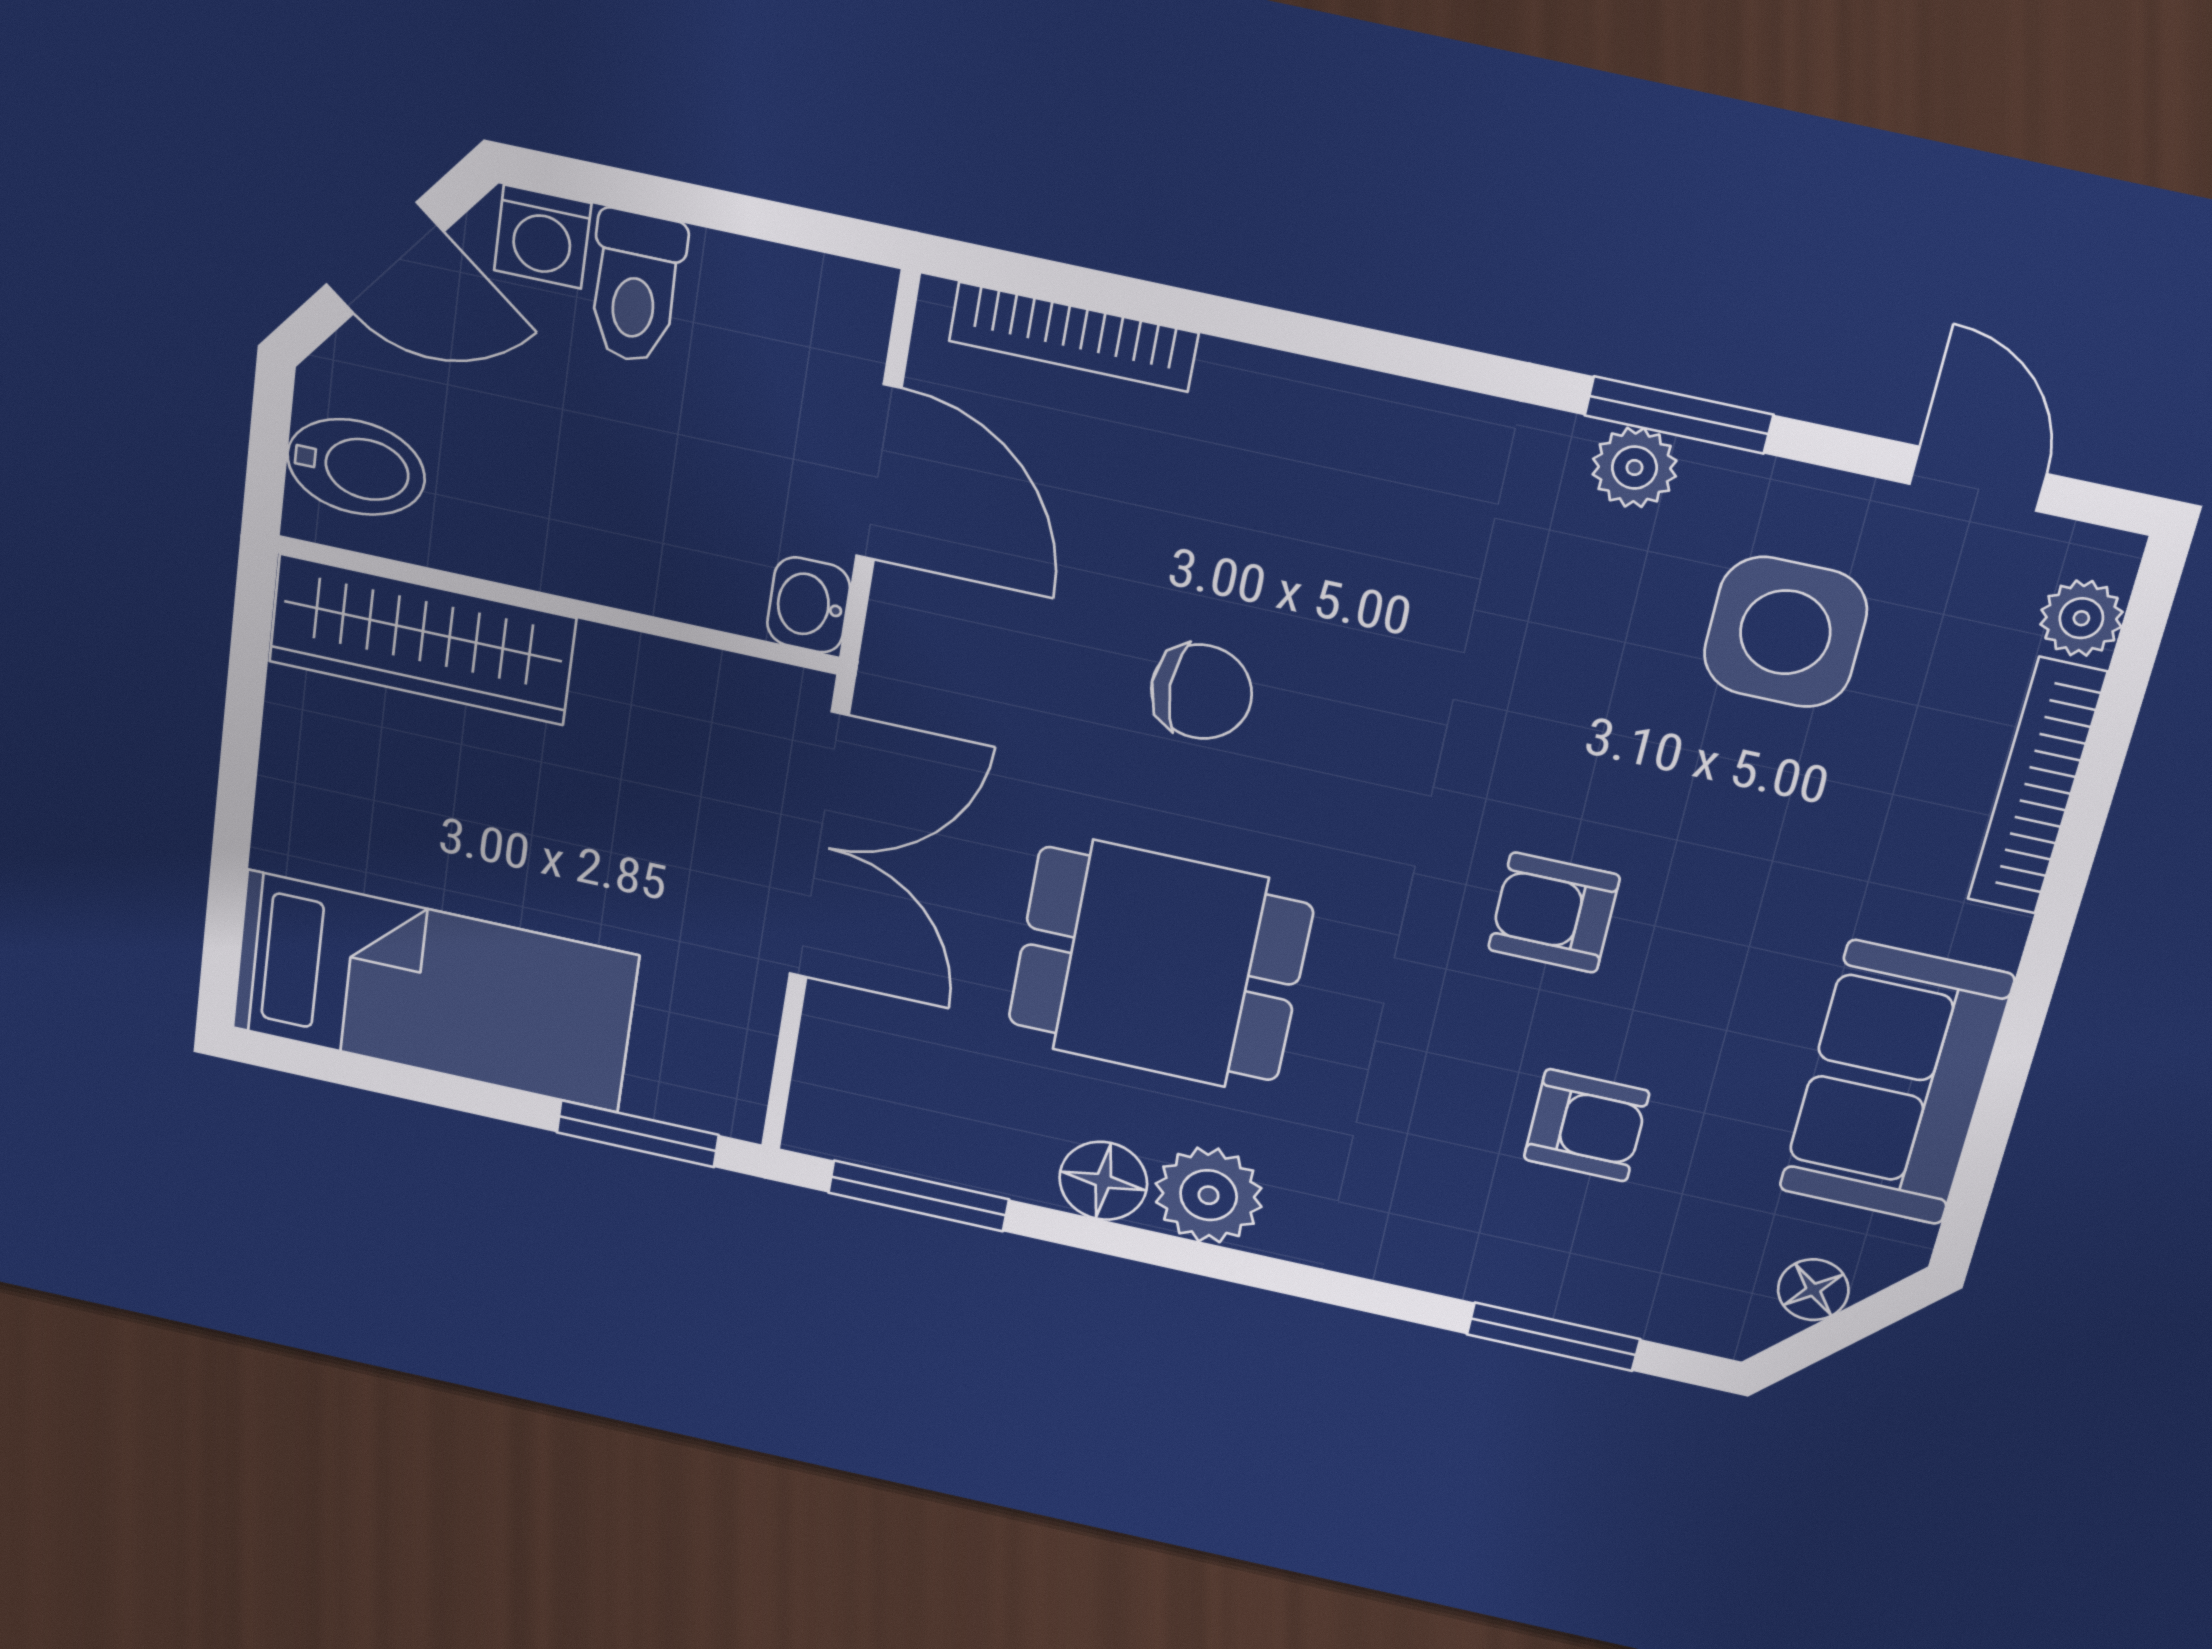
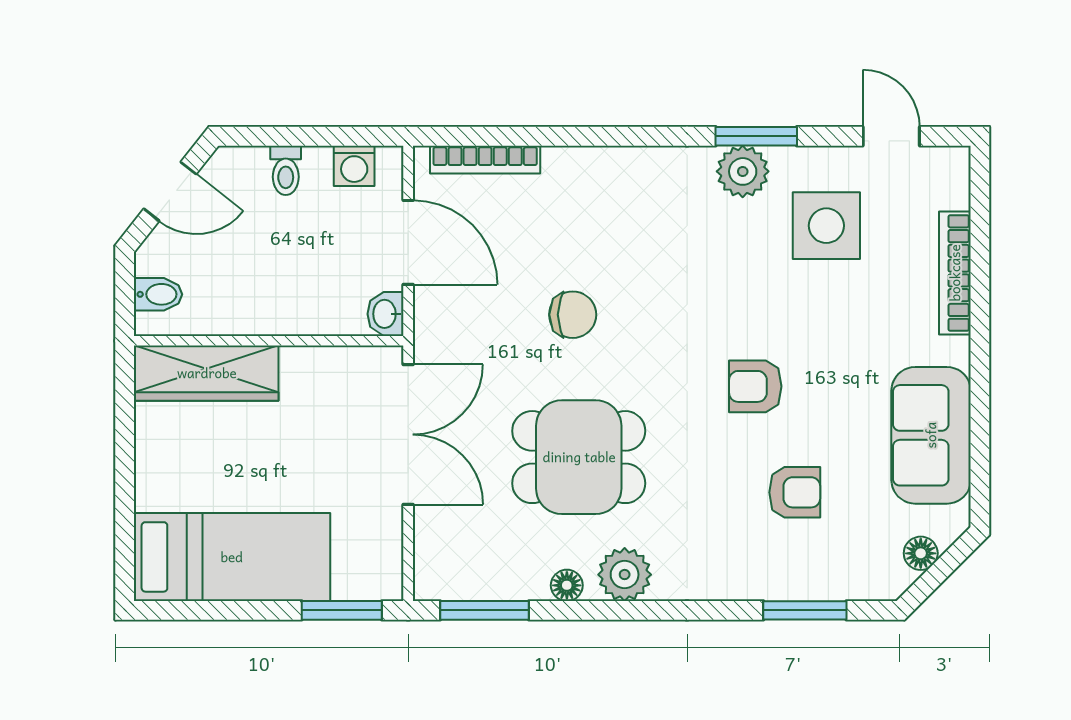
washing machine: (543, 237) -> (354, 166), moved
toilet: (636, 287) -> (286, 170), width x0.73, depth x0.72
bidet: (356, 467) -> (158, 294), width x0.72, depth x0.74
plant: (1634, 468) -> (743, 171), width x1.38, depth x1.38
plant: (2081, 618) -> (952, 190), removed
floor lamp: (1103, 1181) -> (567, 585), width x0.73, depth x0.73

